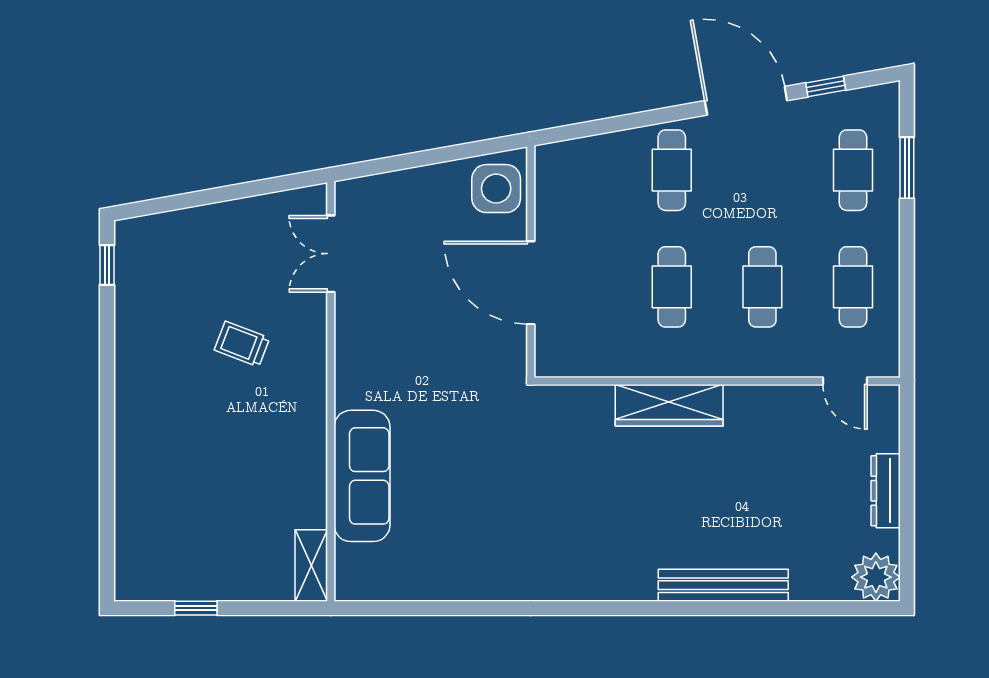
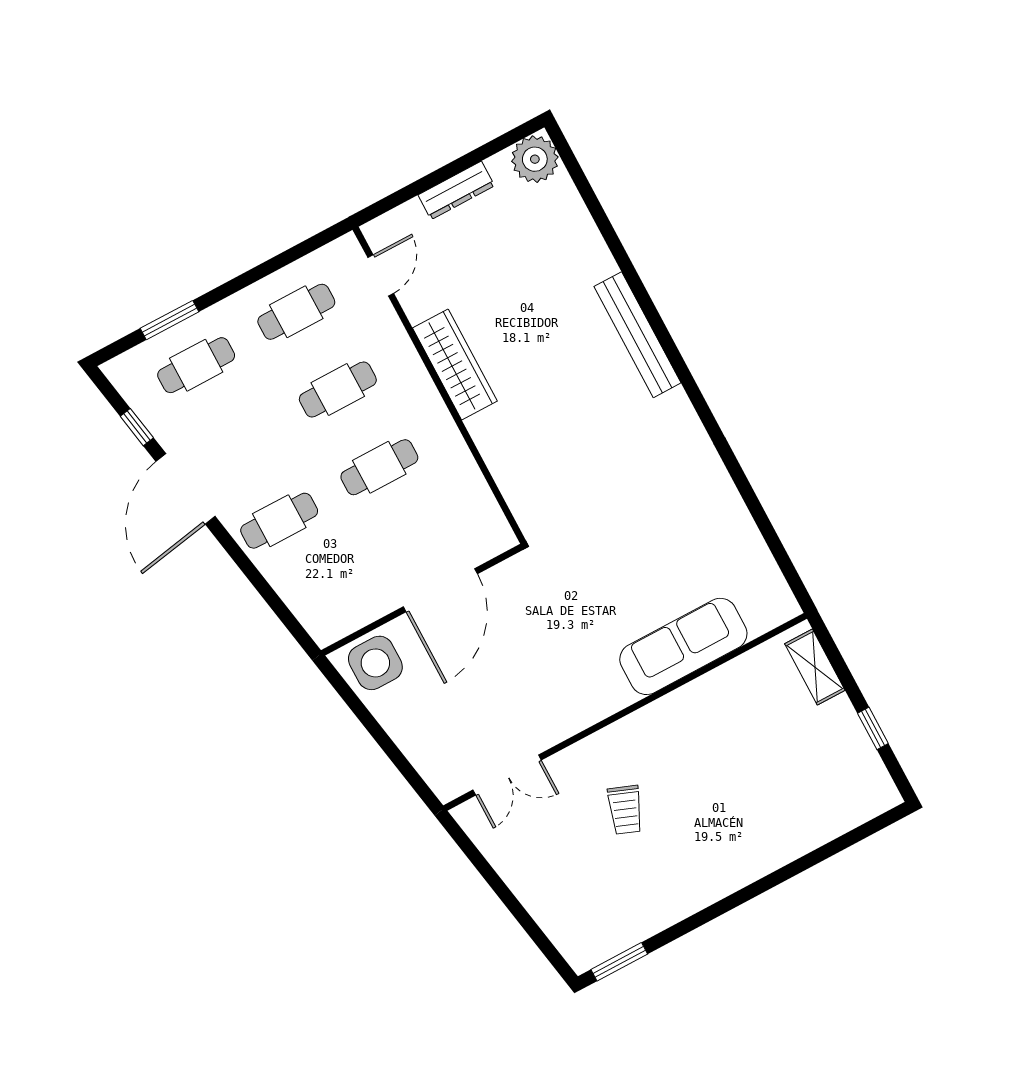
window: (107, 265) -> (619, 962), width x1.50
wardrobe: (669, 405) -> (455, 364), moved
shelving: (311, 565) -> (815, 667), moved, turned 90
bench: (723, 585) -> (637, 335), moved

